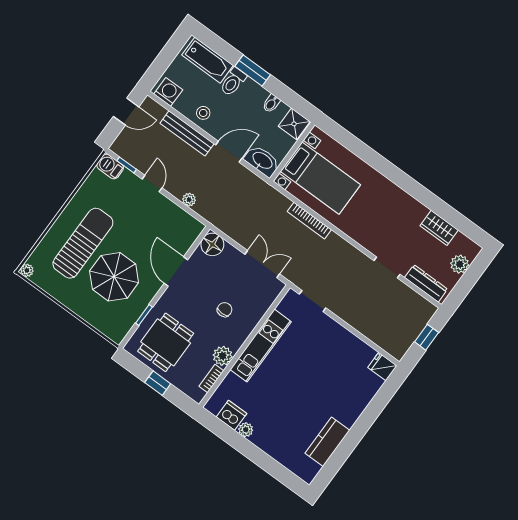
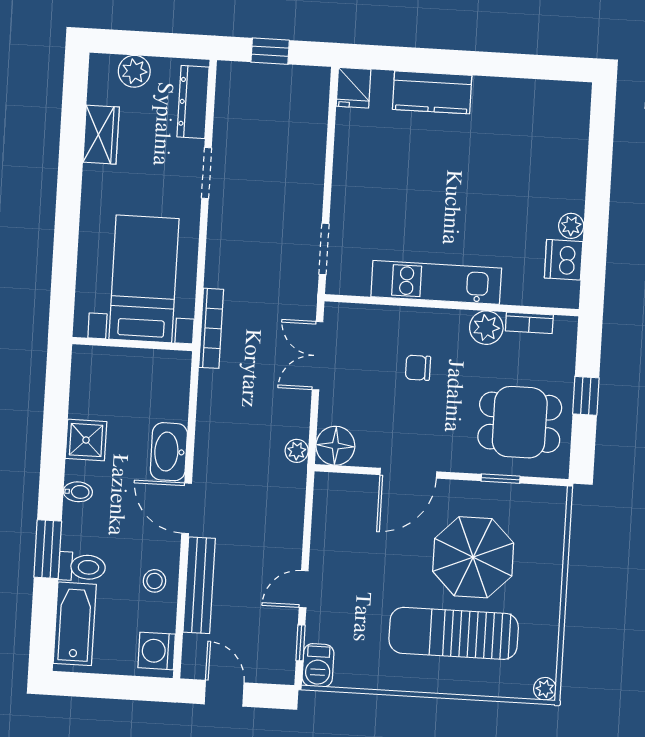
wall: (292, 152) -> (132, 344), moved
bed with nightstands: (320, 178) -> (144, 279), moved
plant: (189, 200) -> (297, 451), moved
kitchen counter: (327, 442) -> (432, 92), moved

